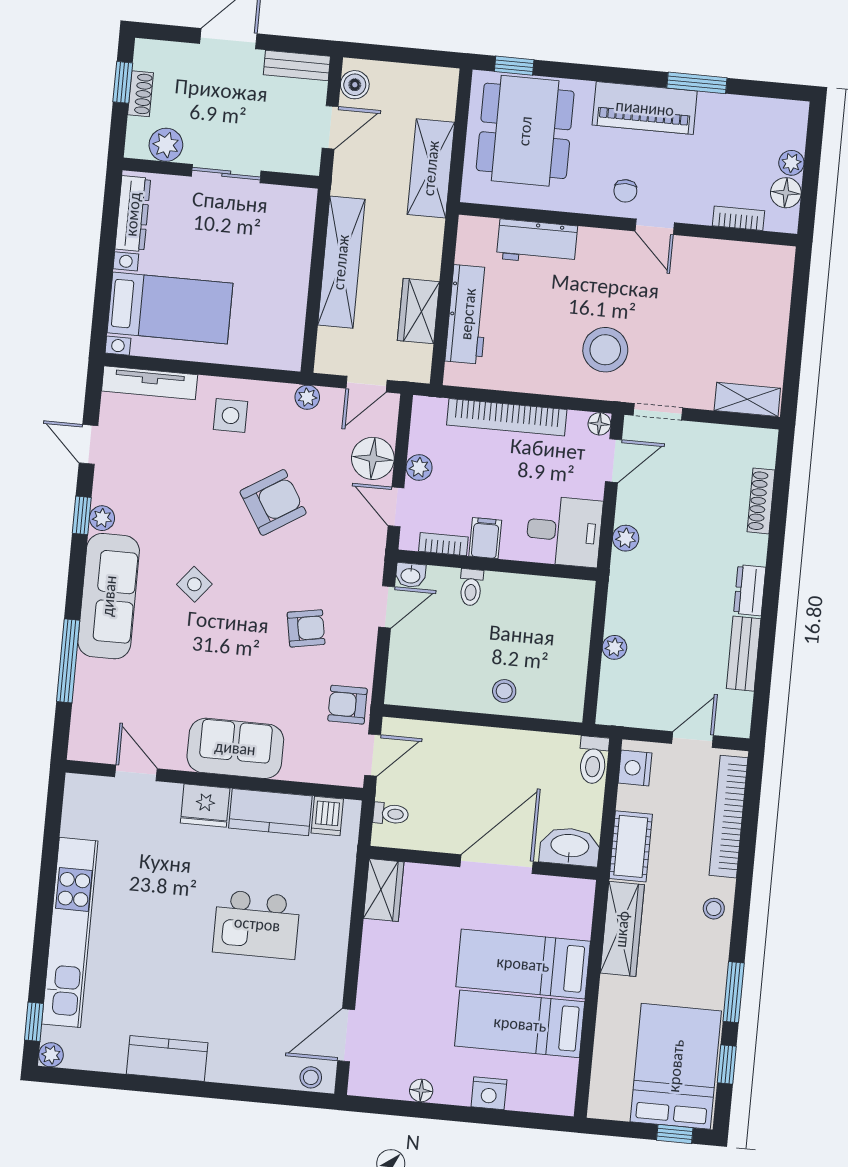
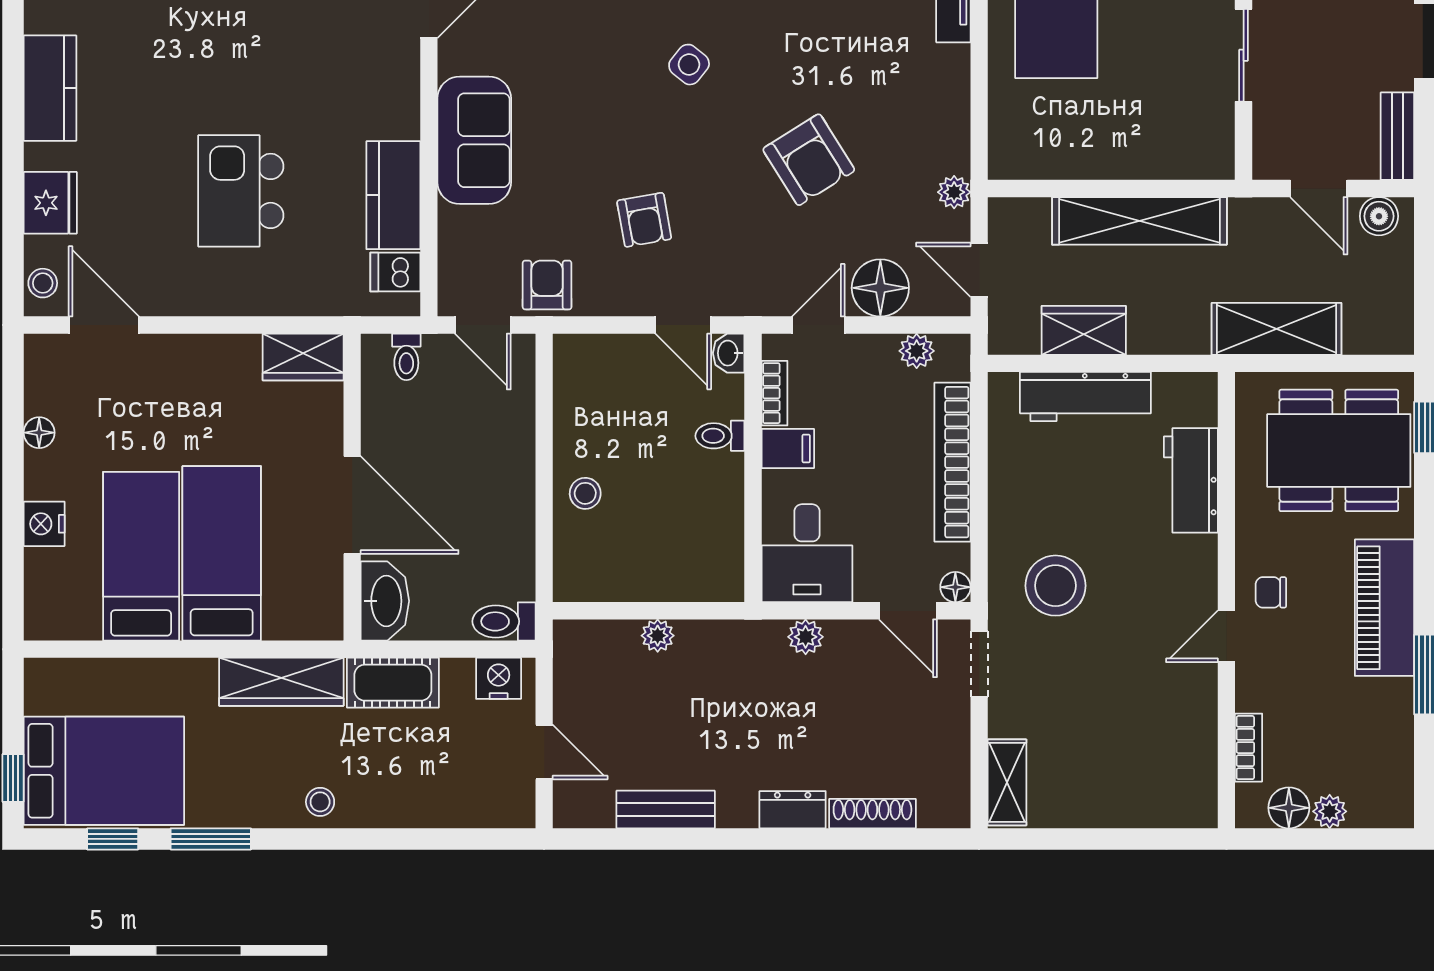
side table: (231, 416) -> (920, 92), removed
plant: (419, 467) -> (917, 351), moved
dresser: (750, 590) -> (793, 810), moved
fridge: (205, 806) -> (50, 203), moved, turned 180
bookcase: (728, 817) -> (445, 810), removed

